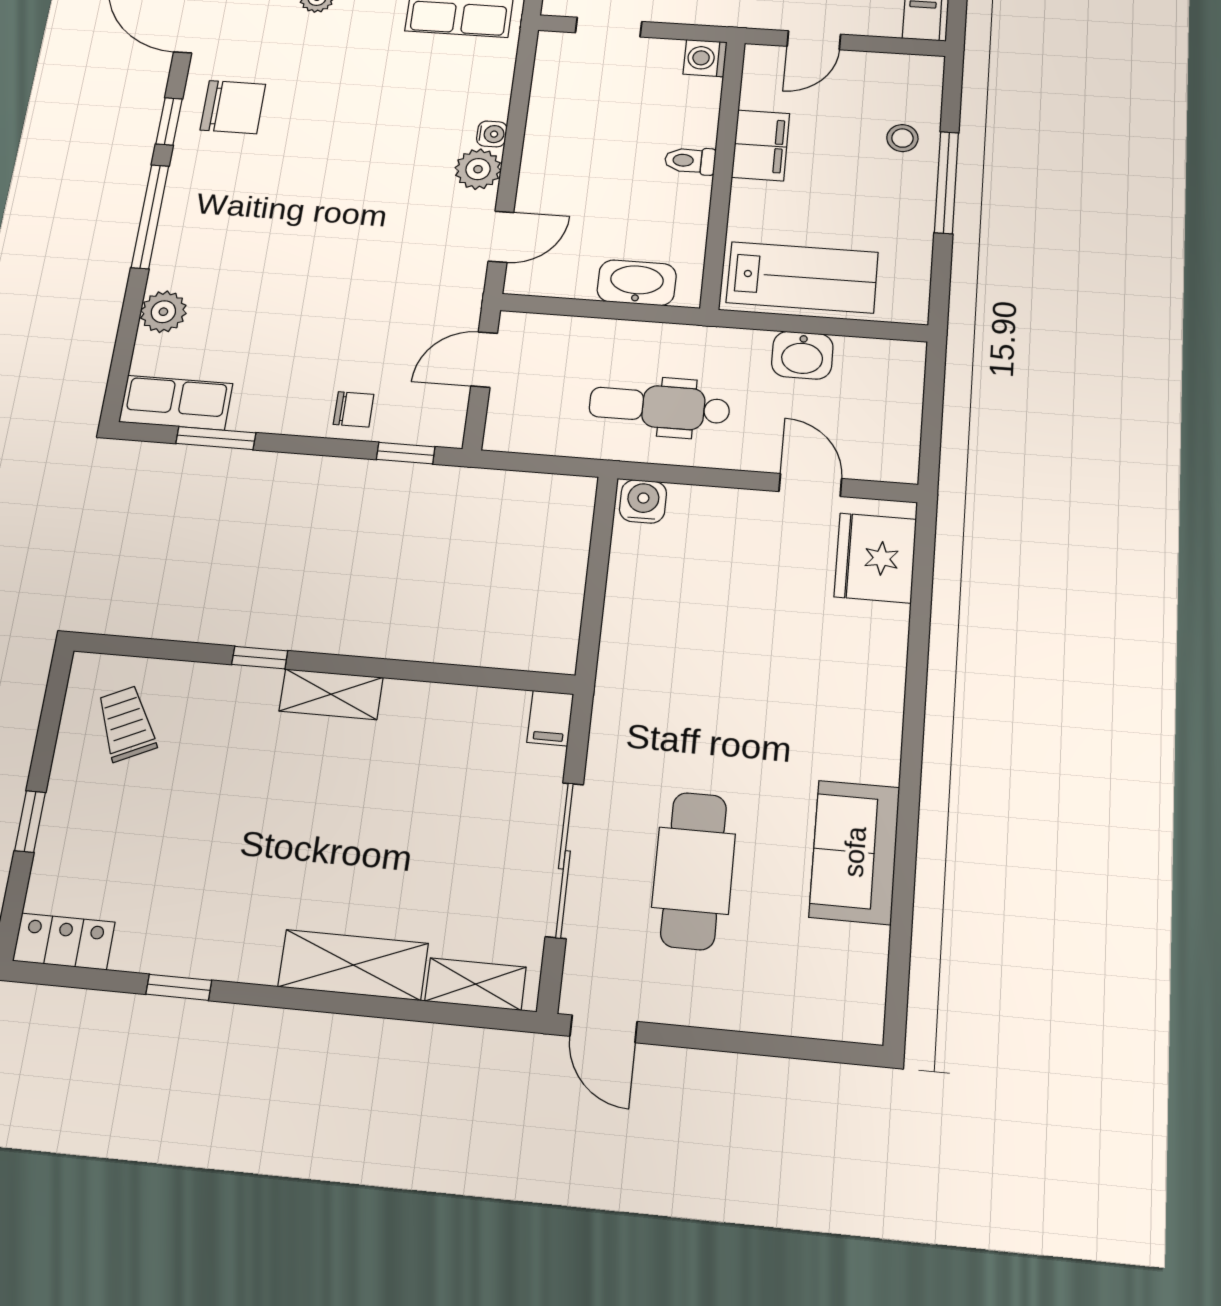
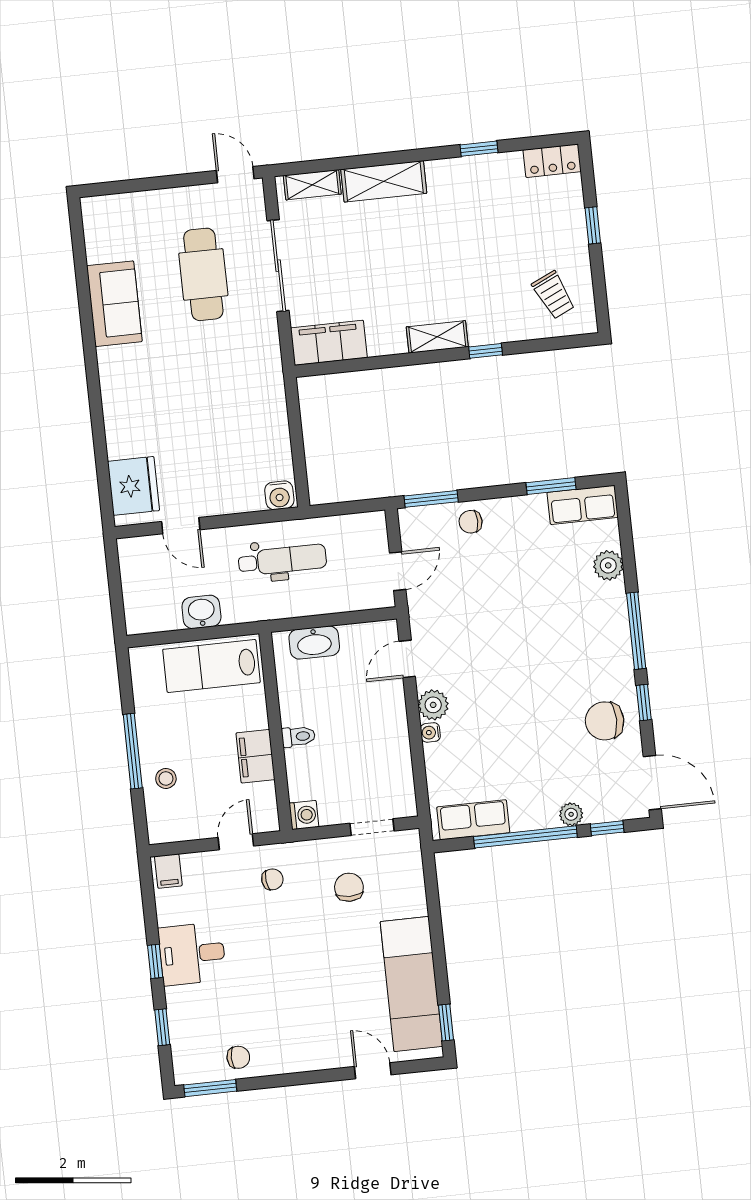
window: (406, 453) -> (431, 499), width x1.50
filing cabinet: (550, 718) -> (329, 343), width x3.00, depth x1.17

